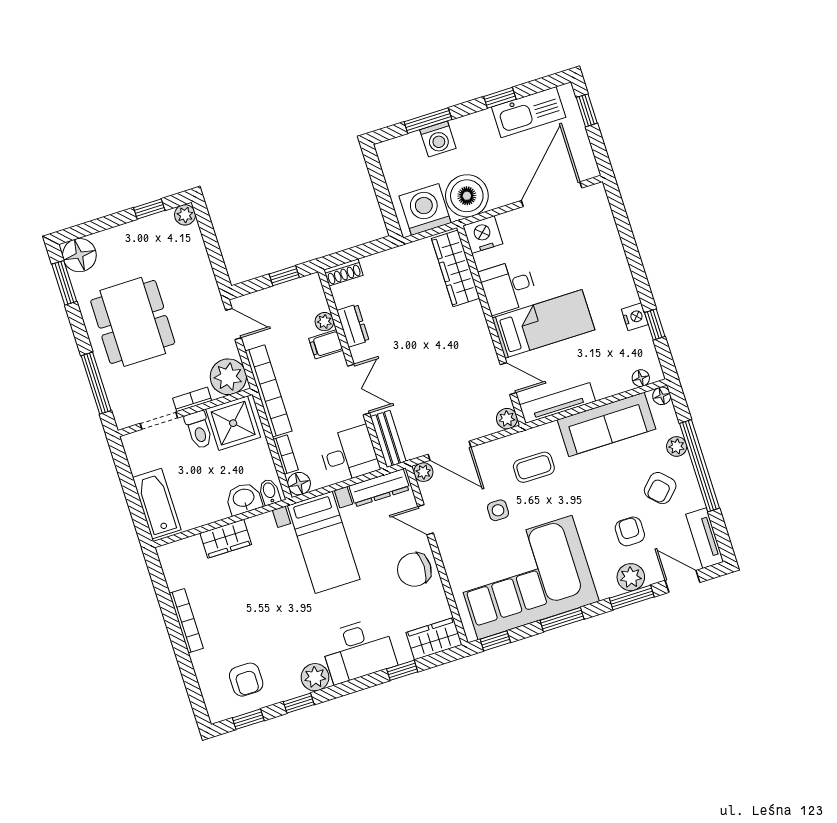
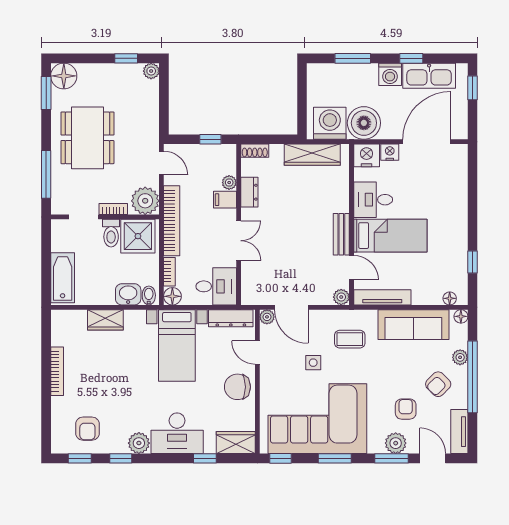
washing machine: (438, 139) -> (390, 74), moved
wardrobe: (455, 268) -> (312, 155), moved, turned -90
nightstand: (635, 317) -> (390, 152), moved, turned -90
bench: (388, 439) -> (341, 234), moved

